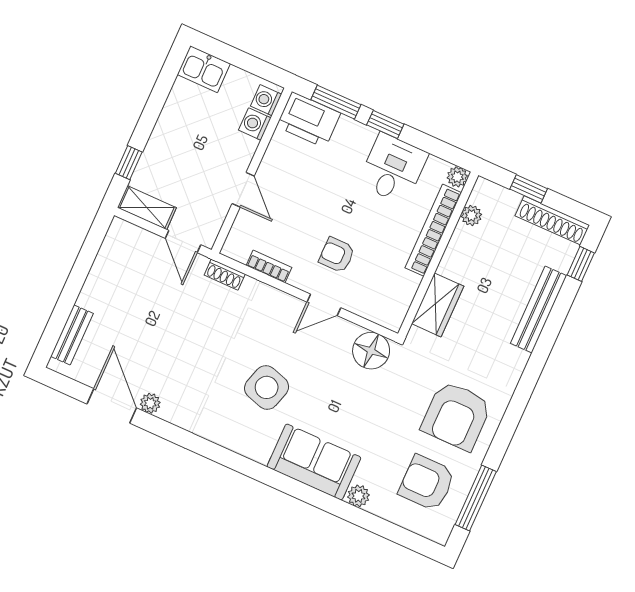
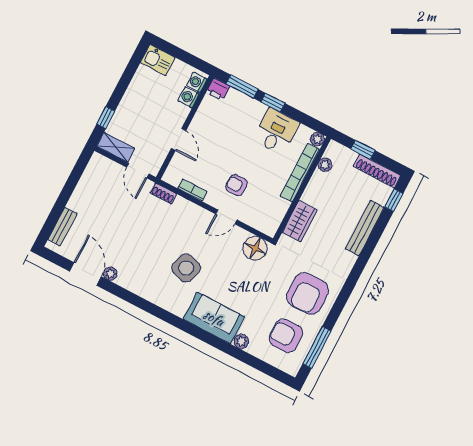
printer: (308, 120) -> (218, 89), width x0.53, depth x0.68

